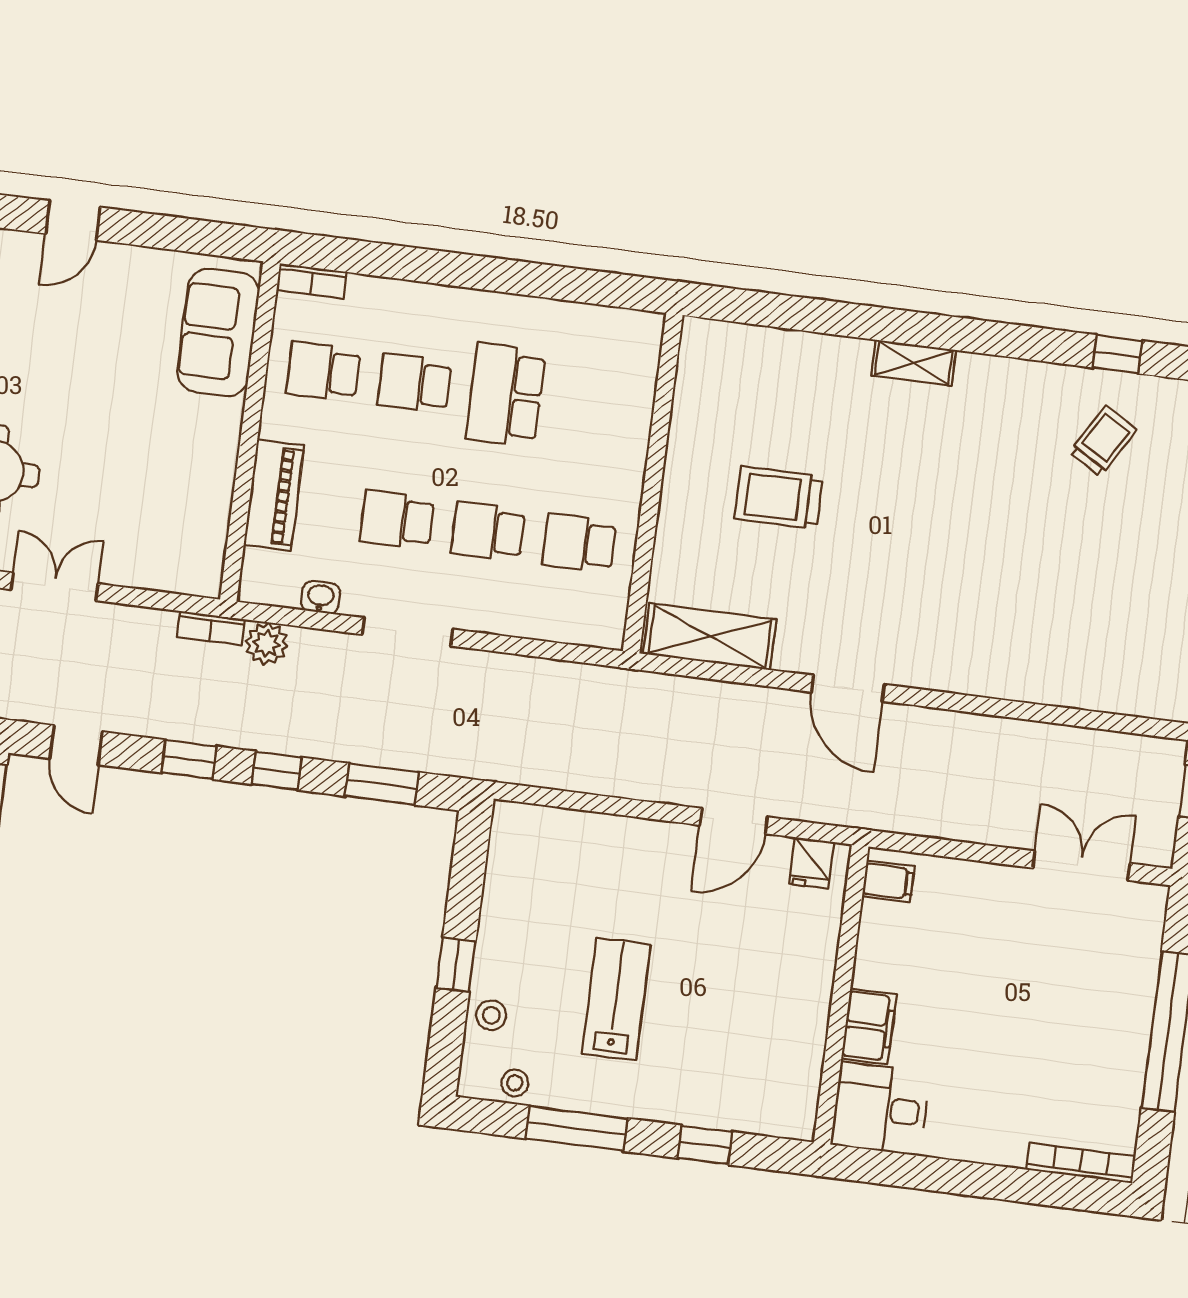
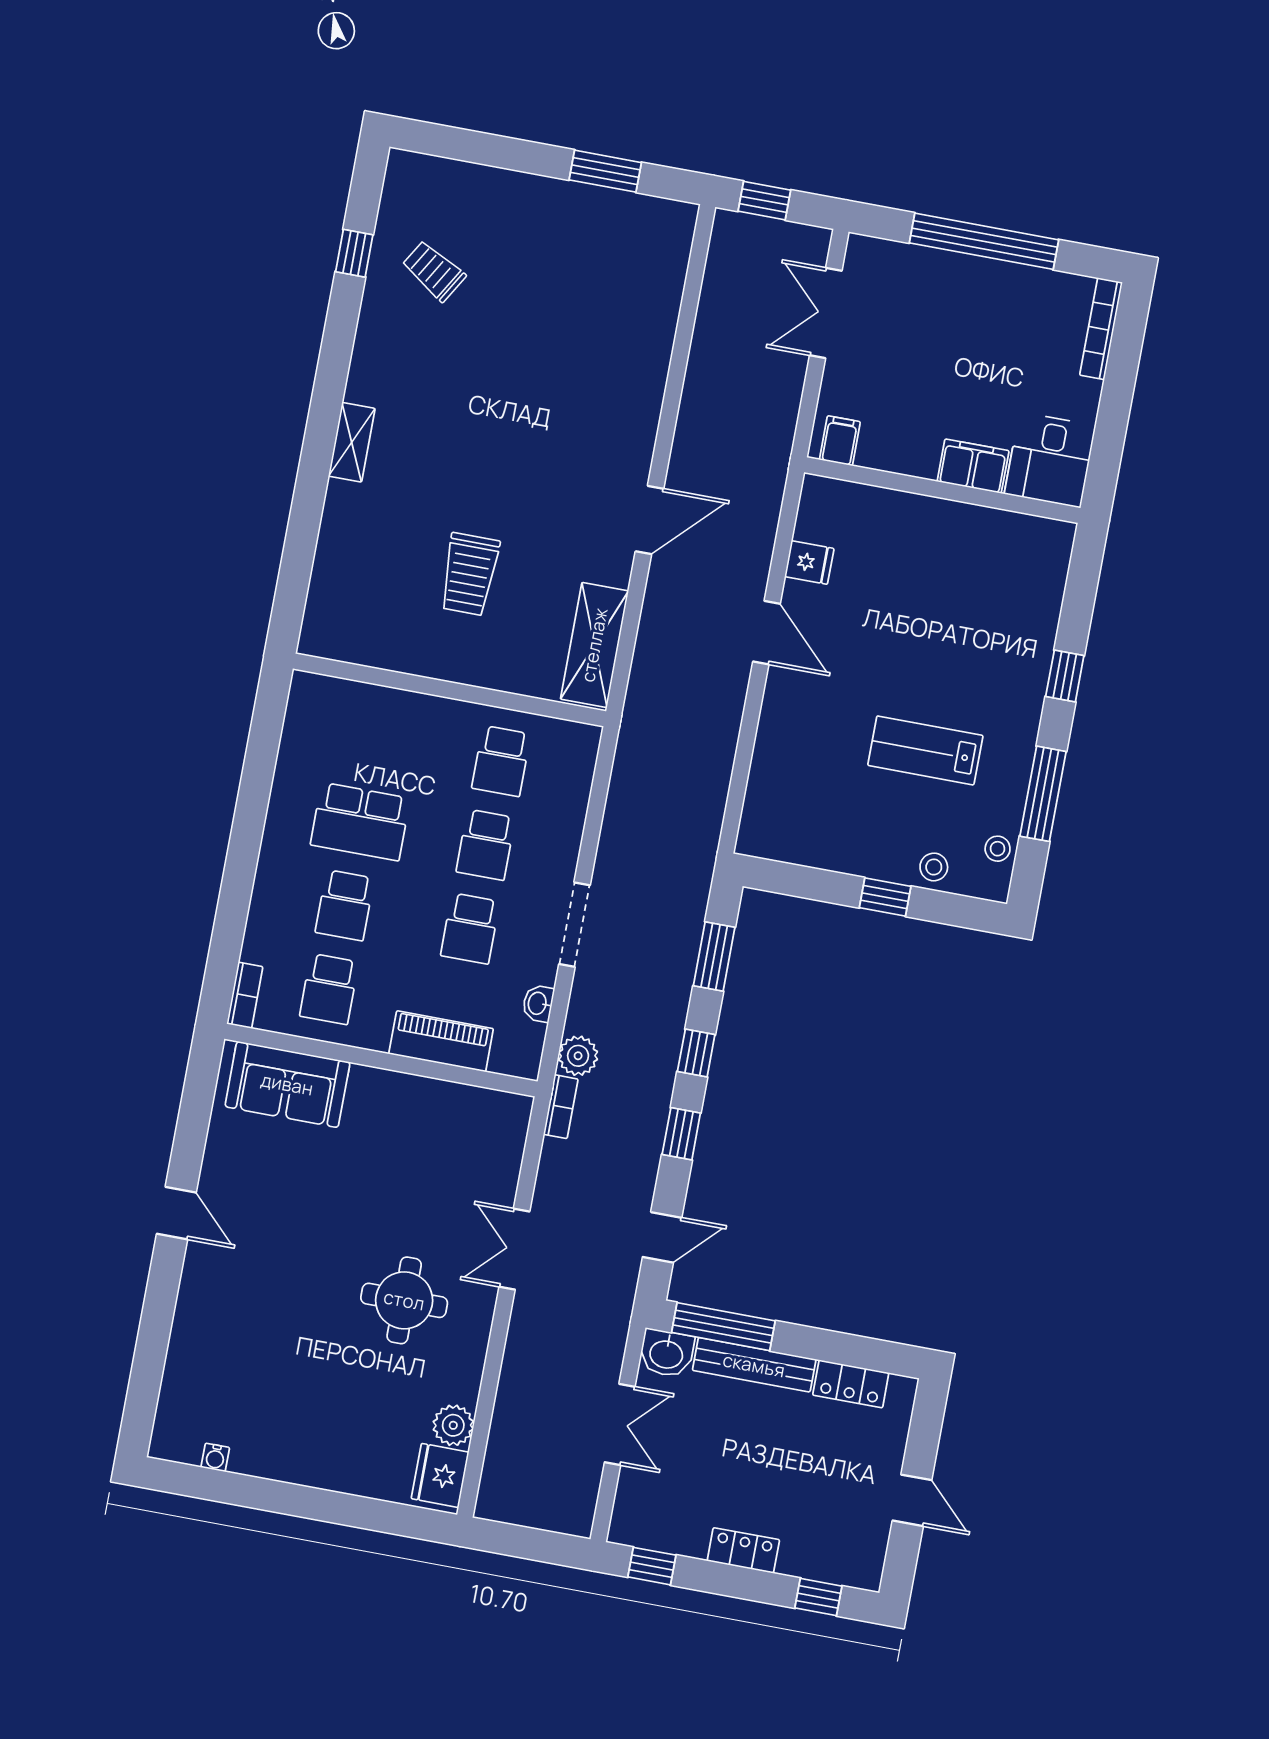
filing cabinet: (888, 881) -> (840, 441), moved
wall: (841, 995) -> (942, 490), moved
filing cabinet: (869, 1026) -> (973, 466), moved
desk: (880, 1109) -> (1050, 460), moved

